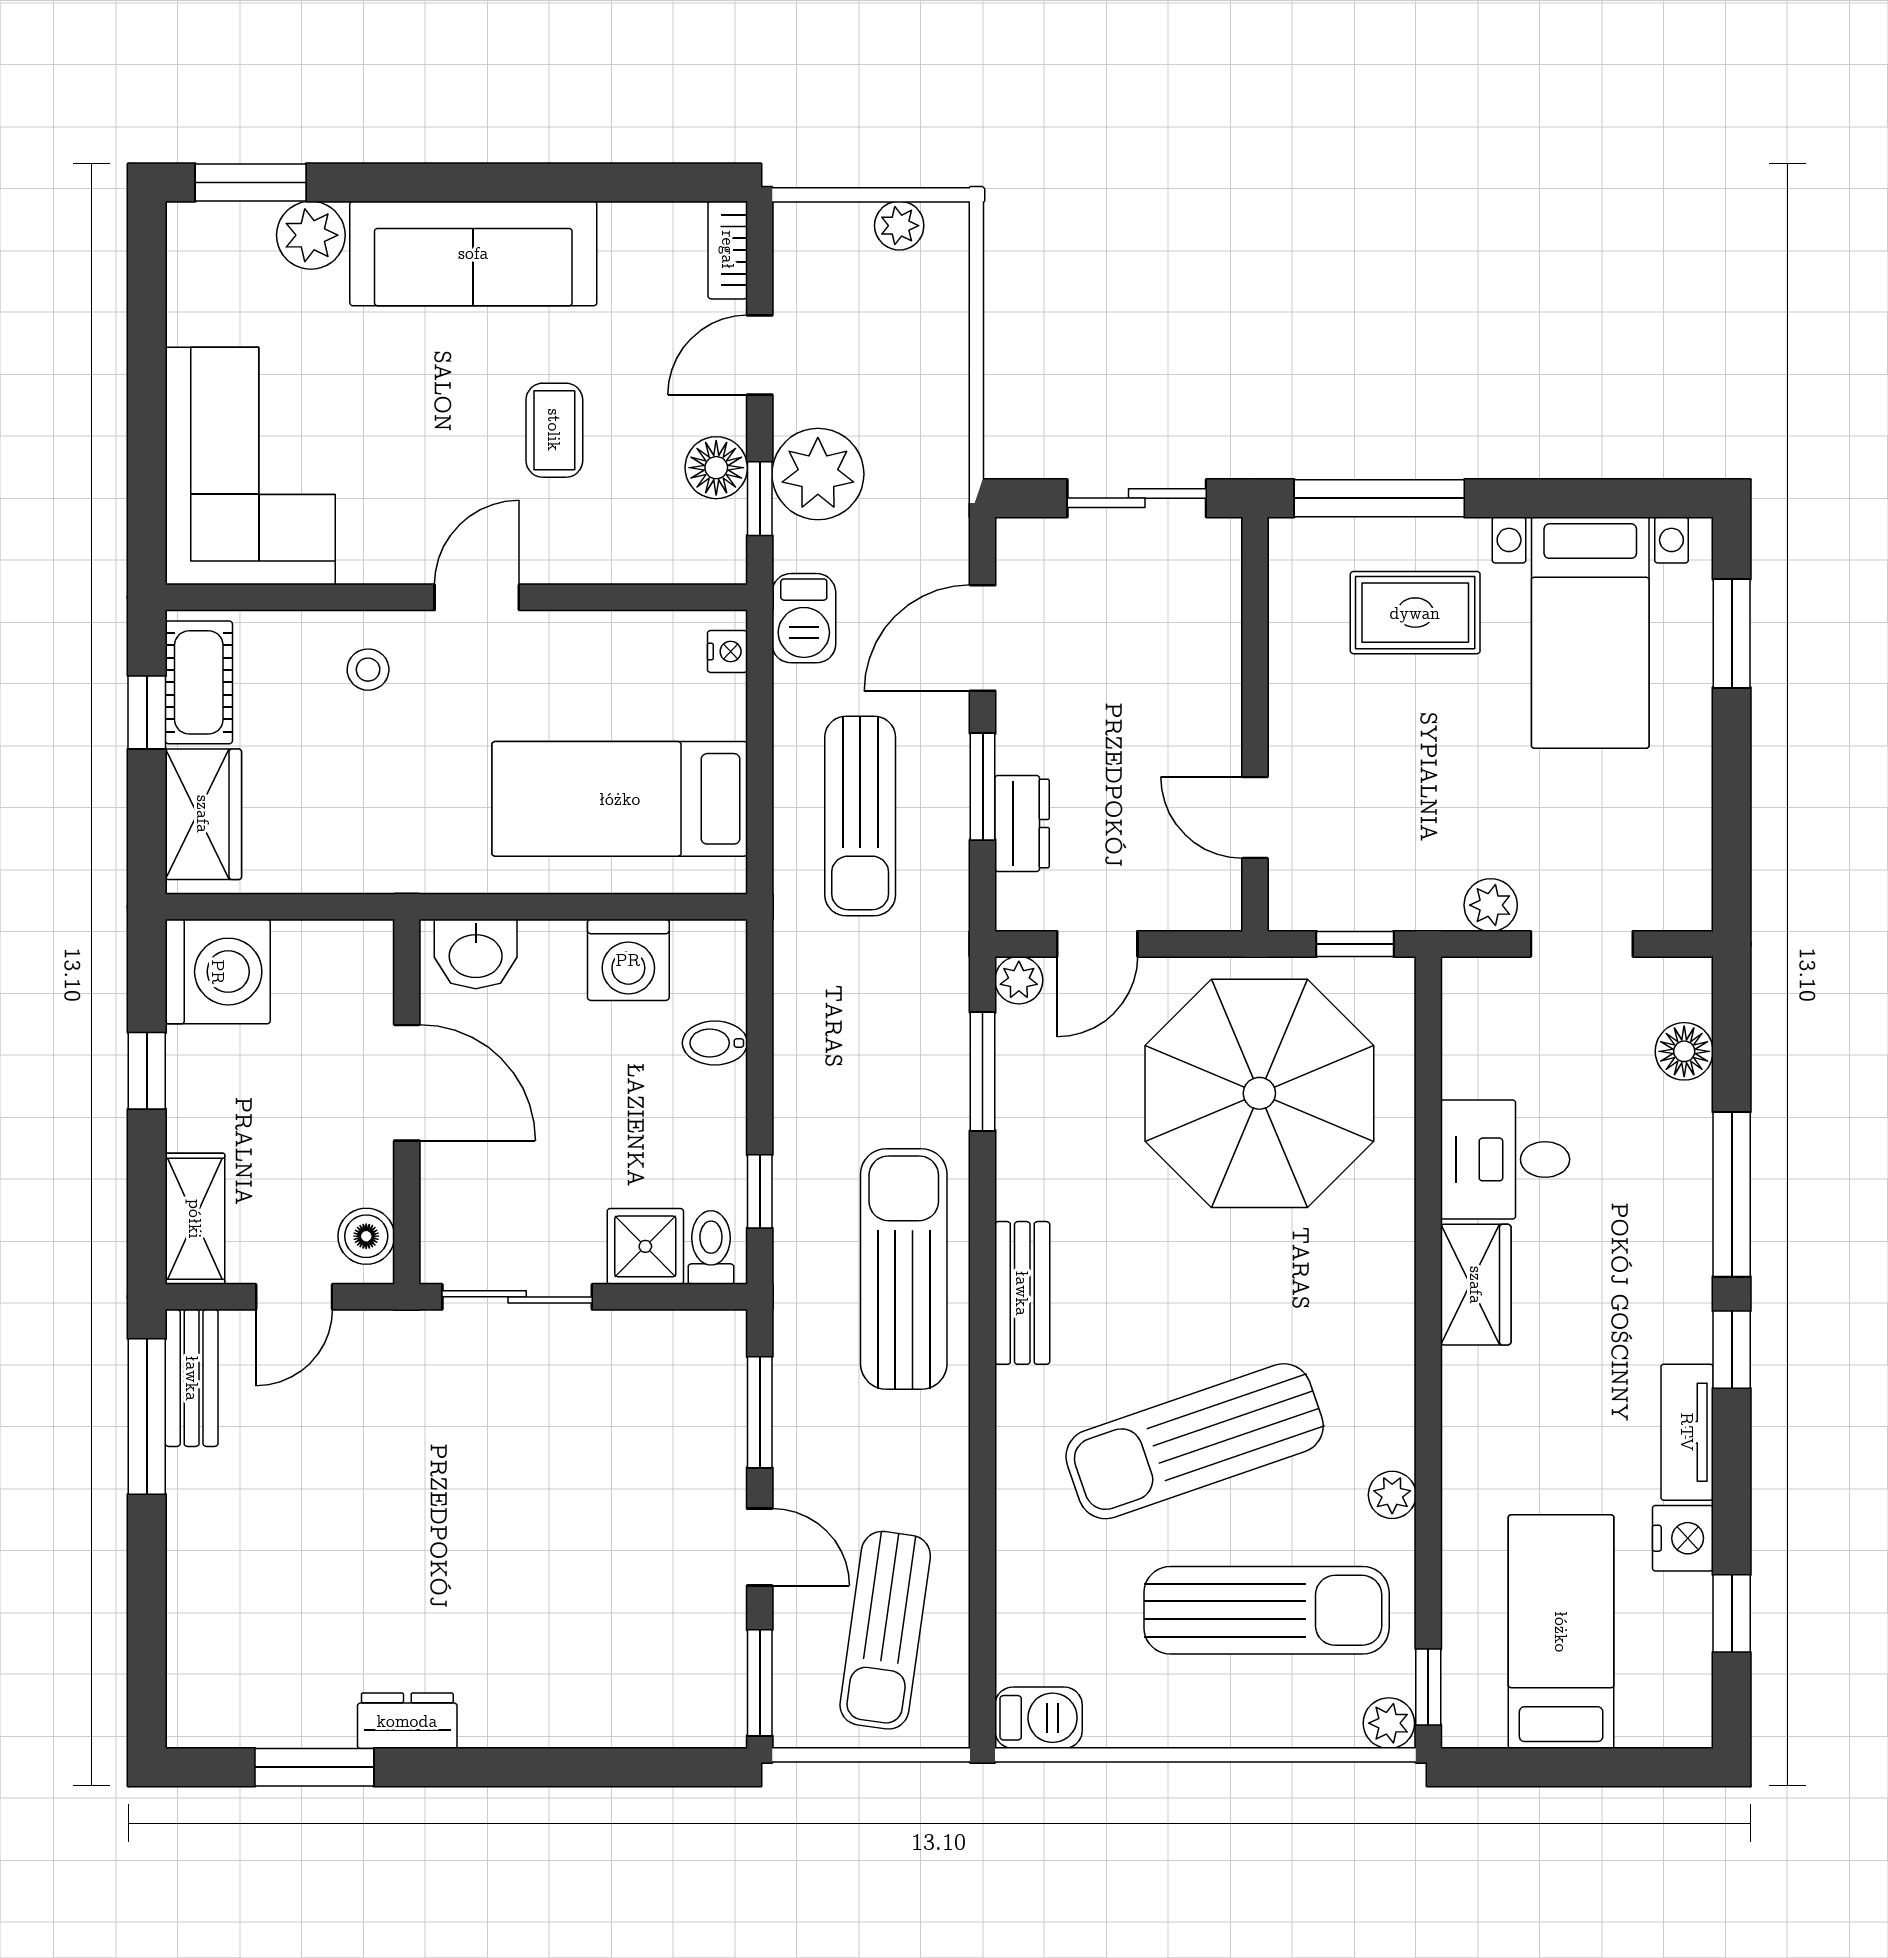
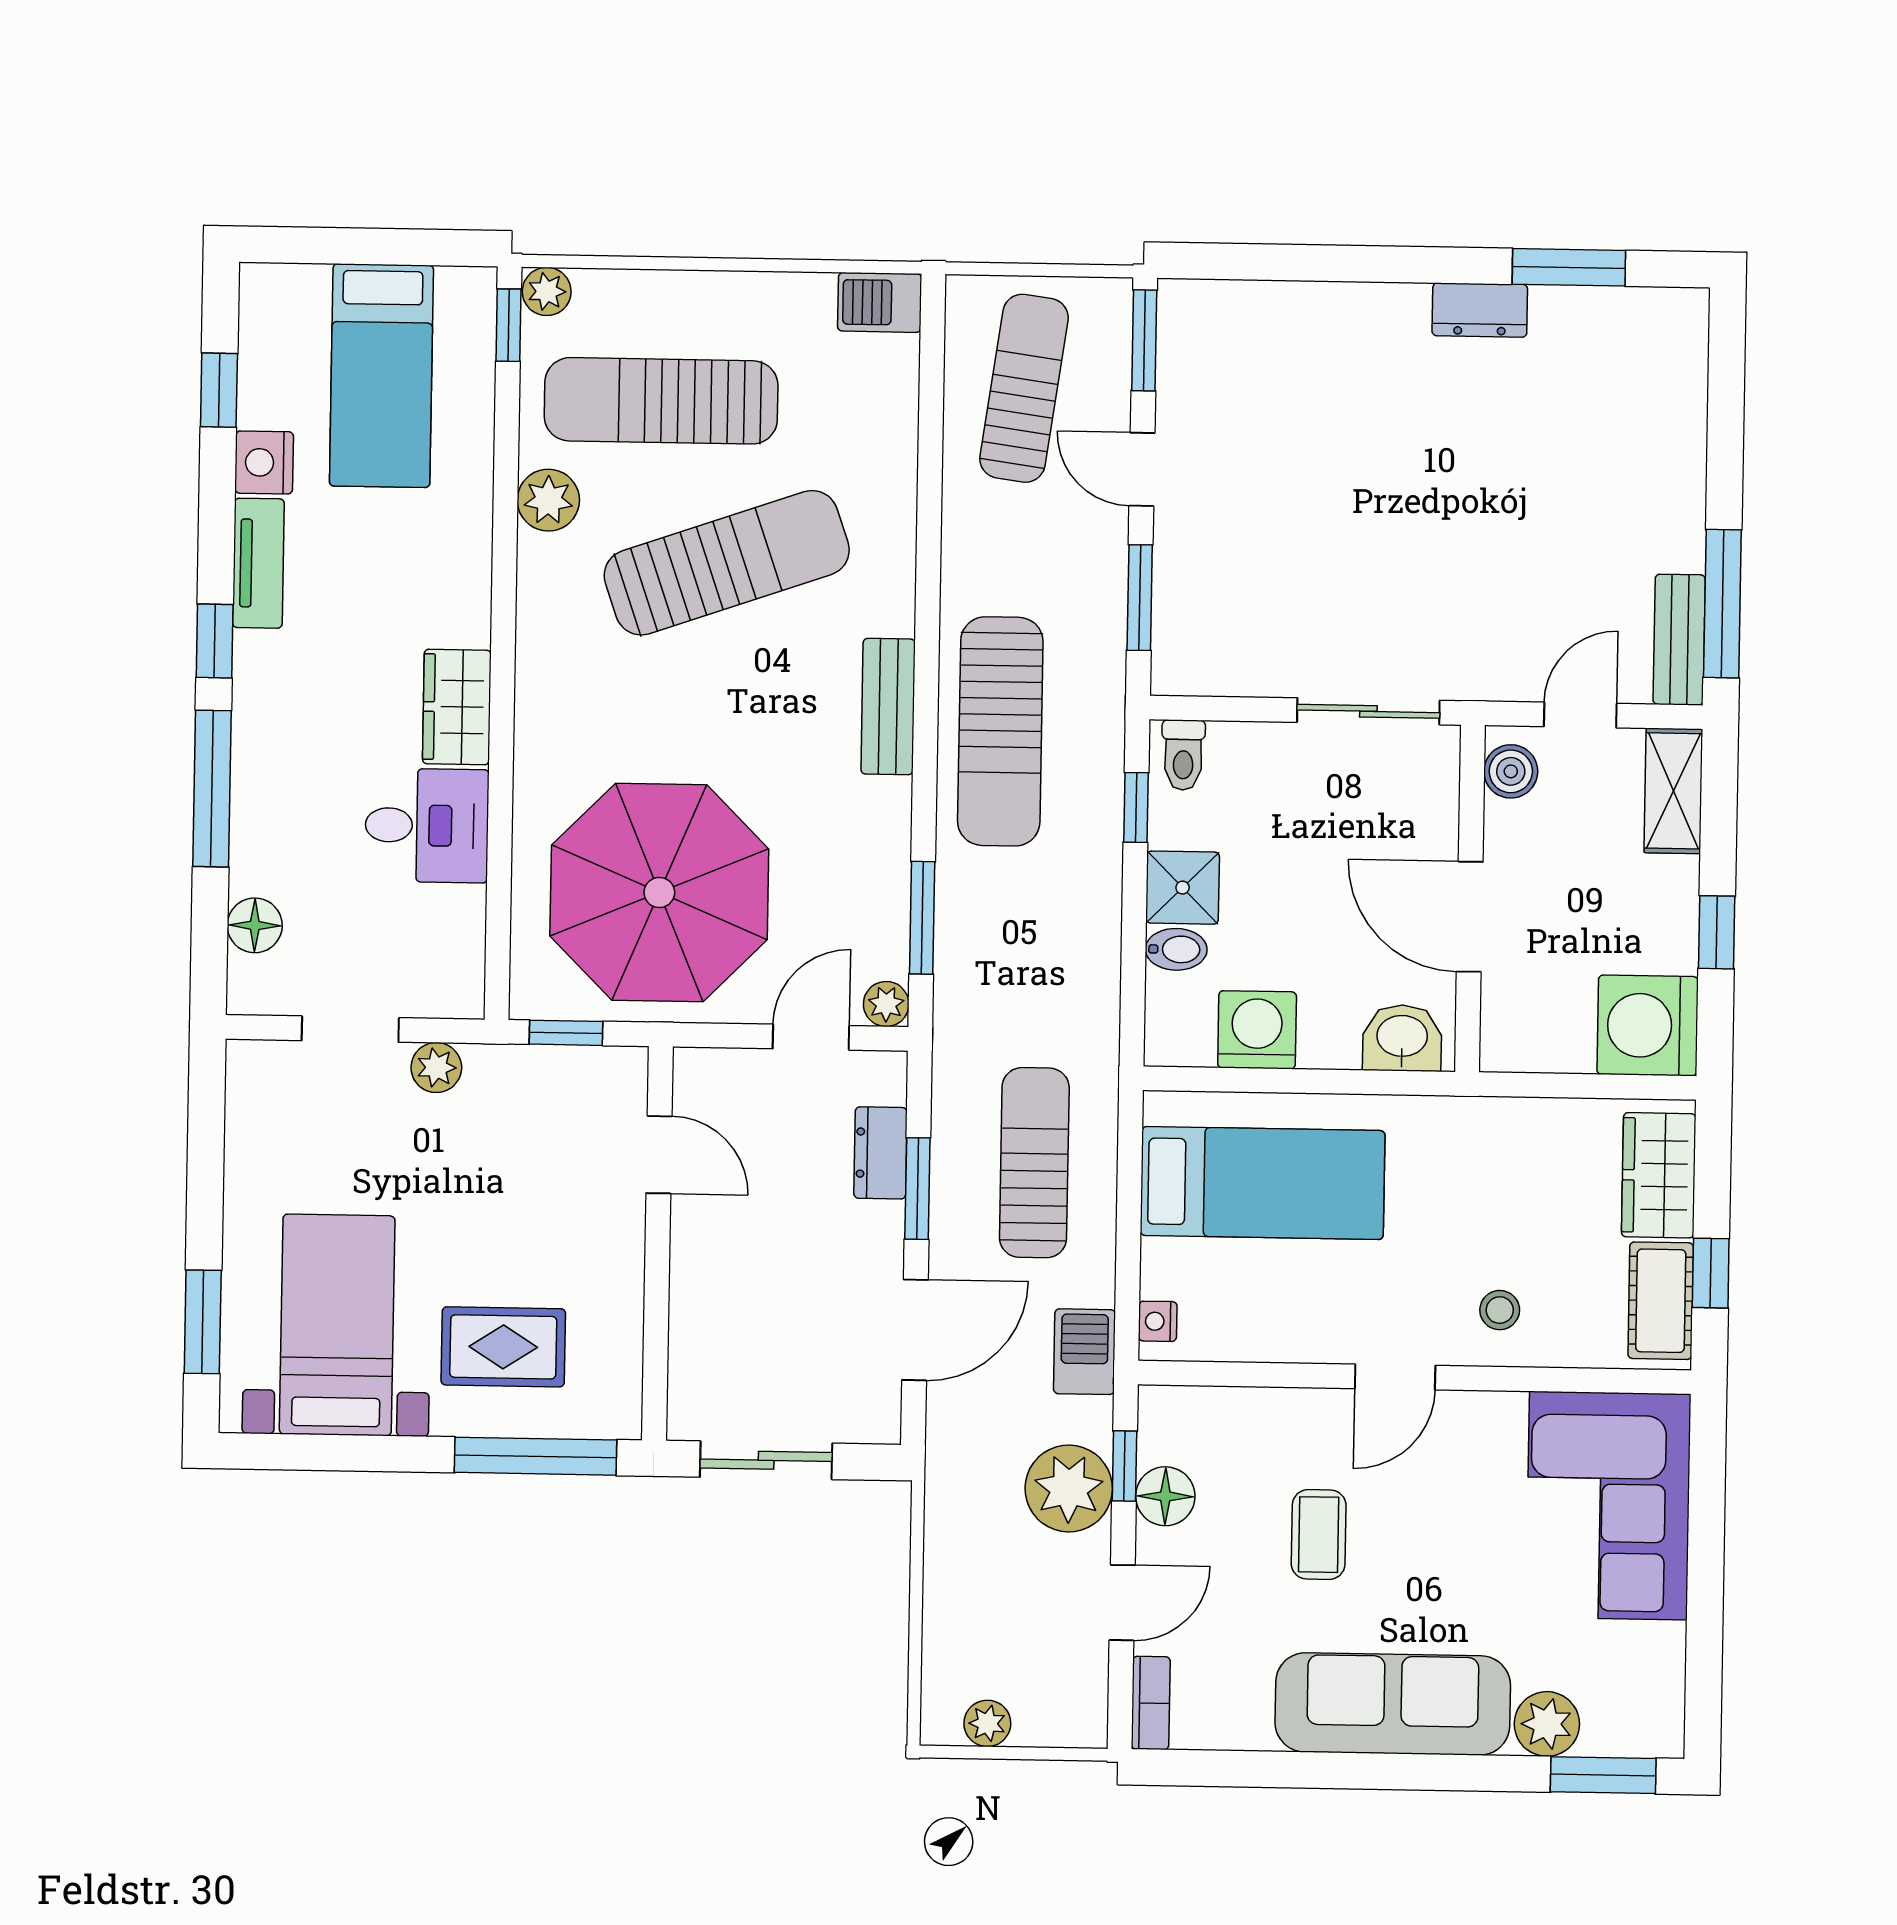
shower: (645, 1246) -> (1183, 888), moved
plant: (1392, 1495) -> (548, 500), width x1.38, depth x1.38

